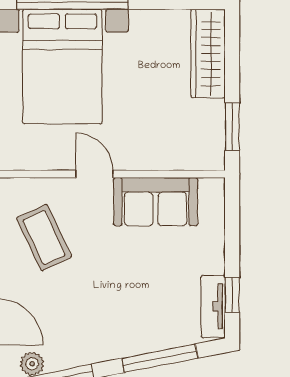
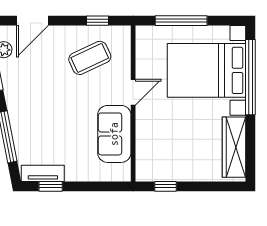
wardrobe: (208, 54) -> (234, 147), moved, turned -90
window: (232, 127) -> (166, 186), width x0.67

